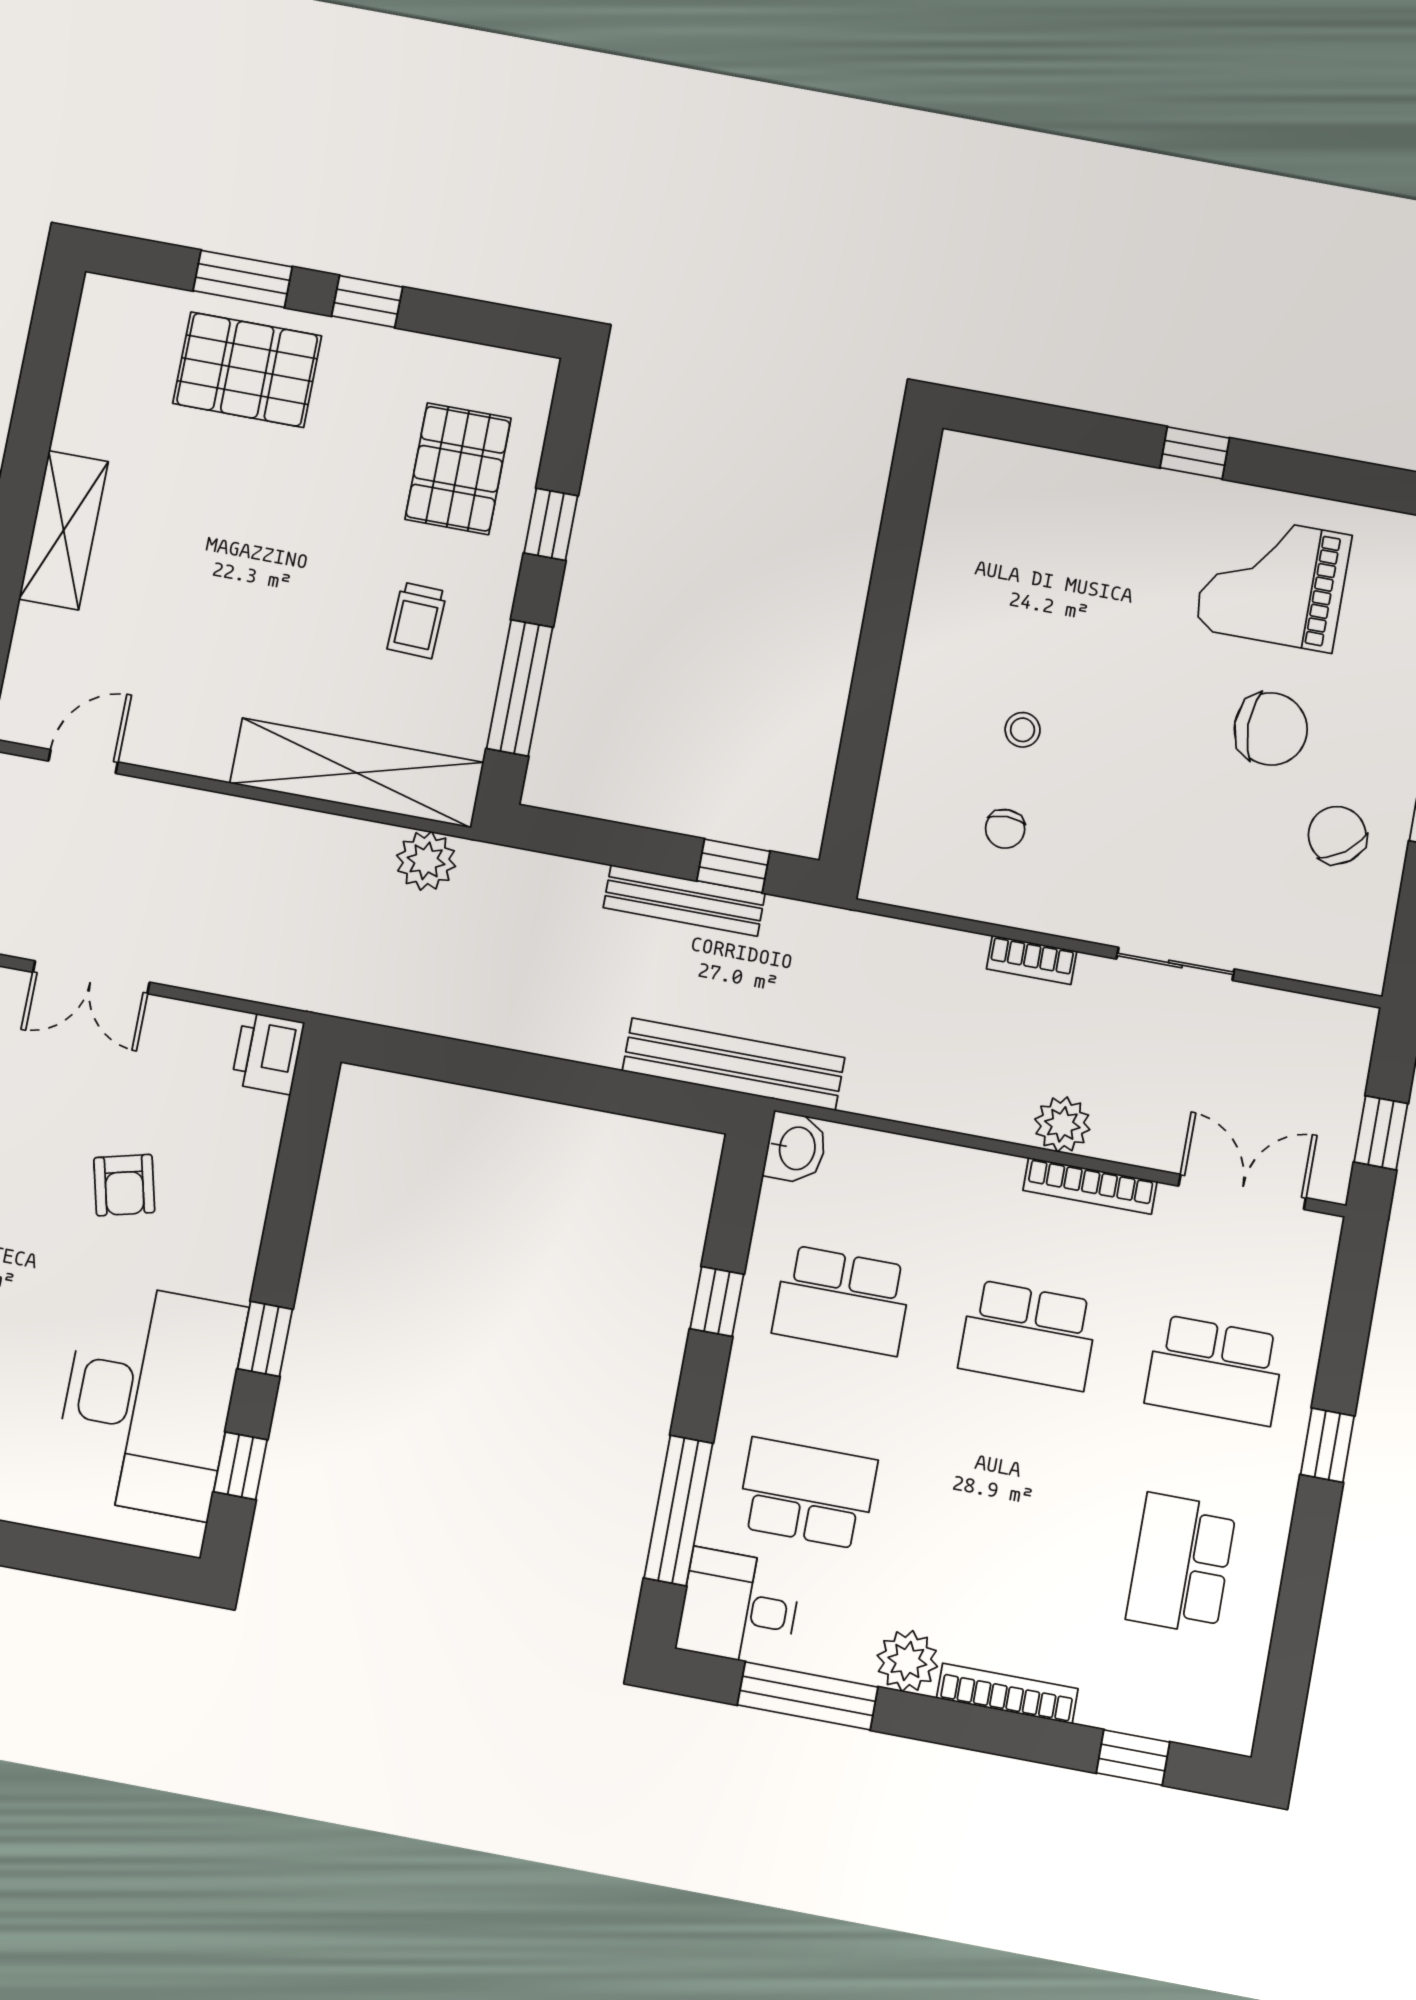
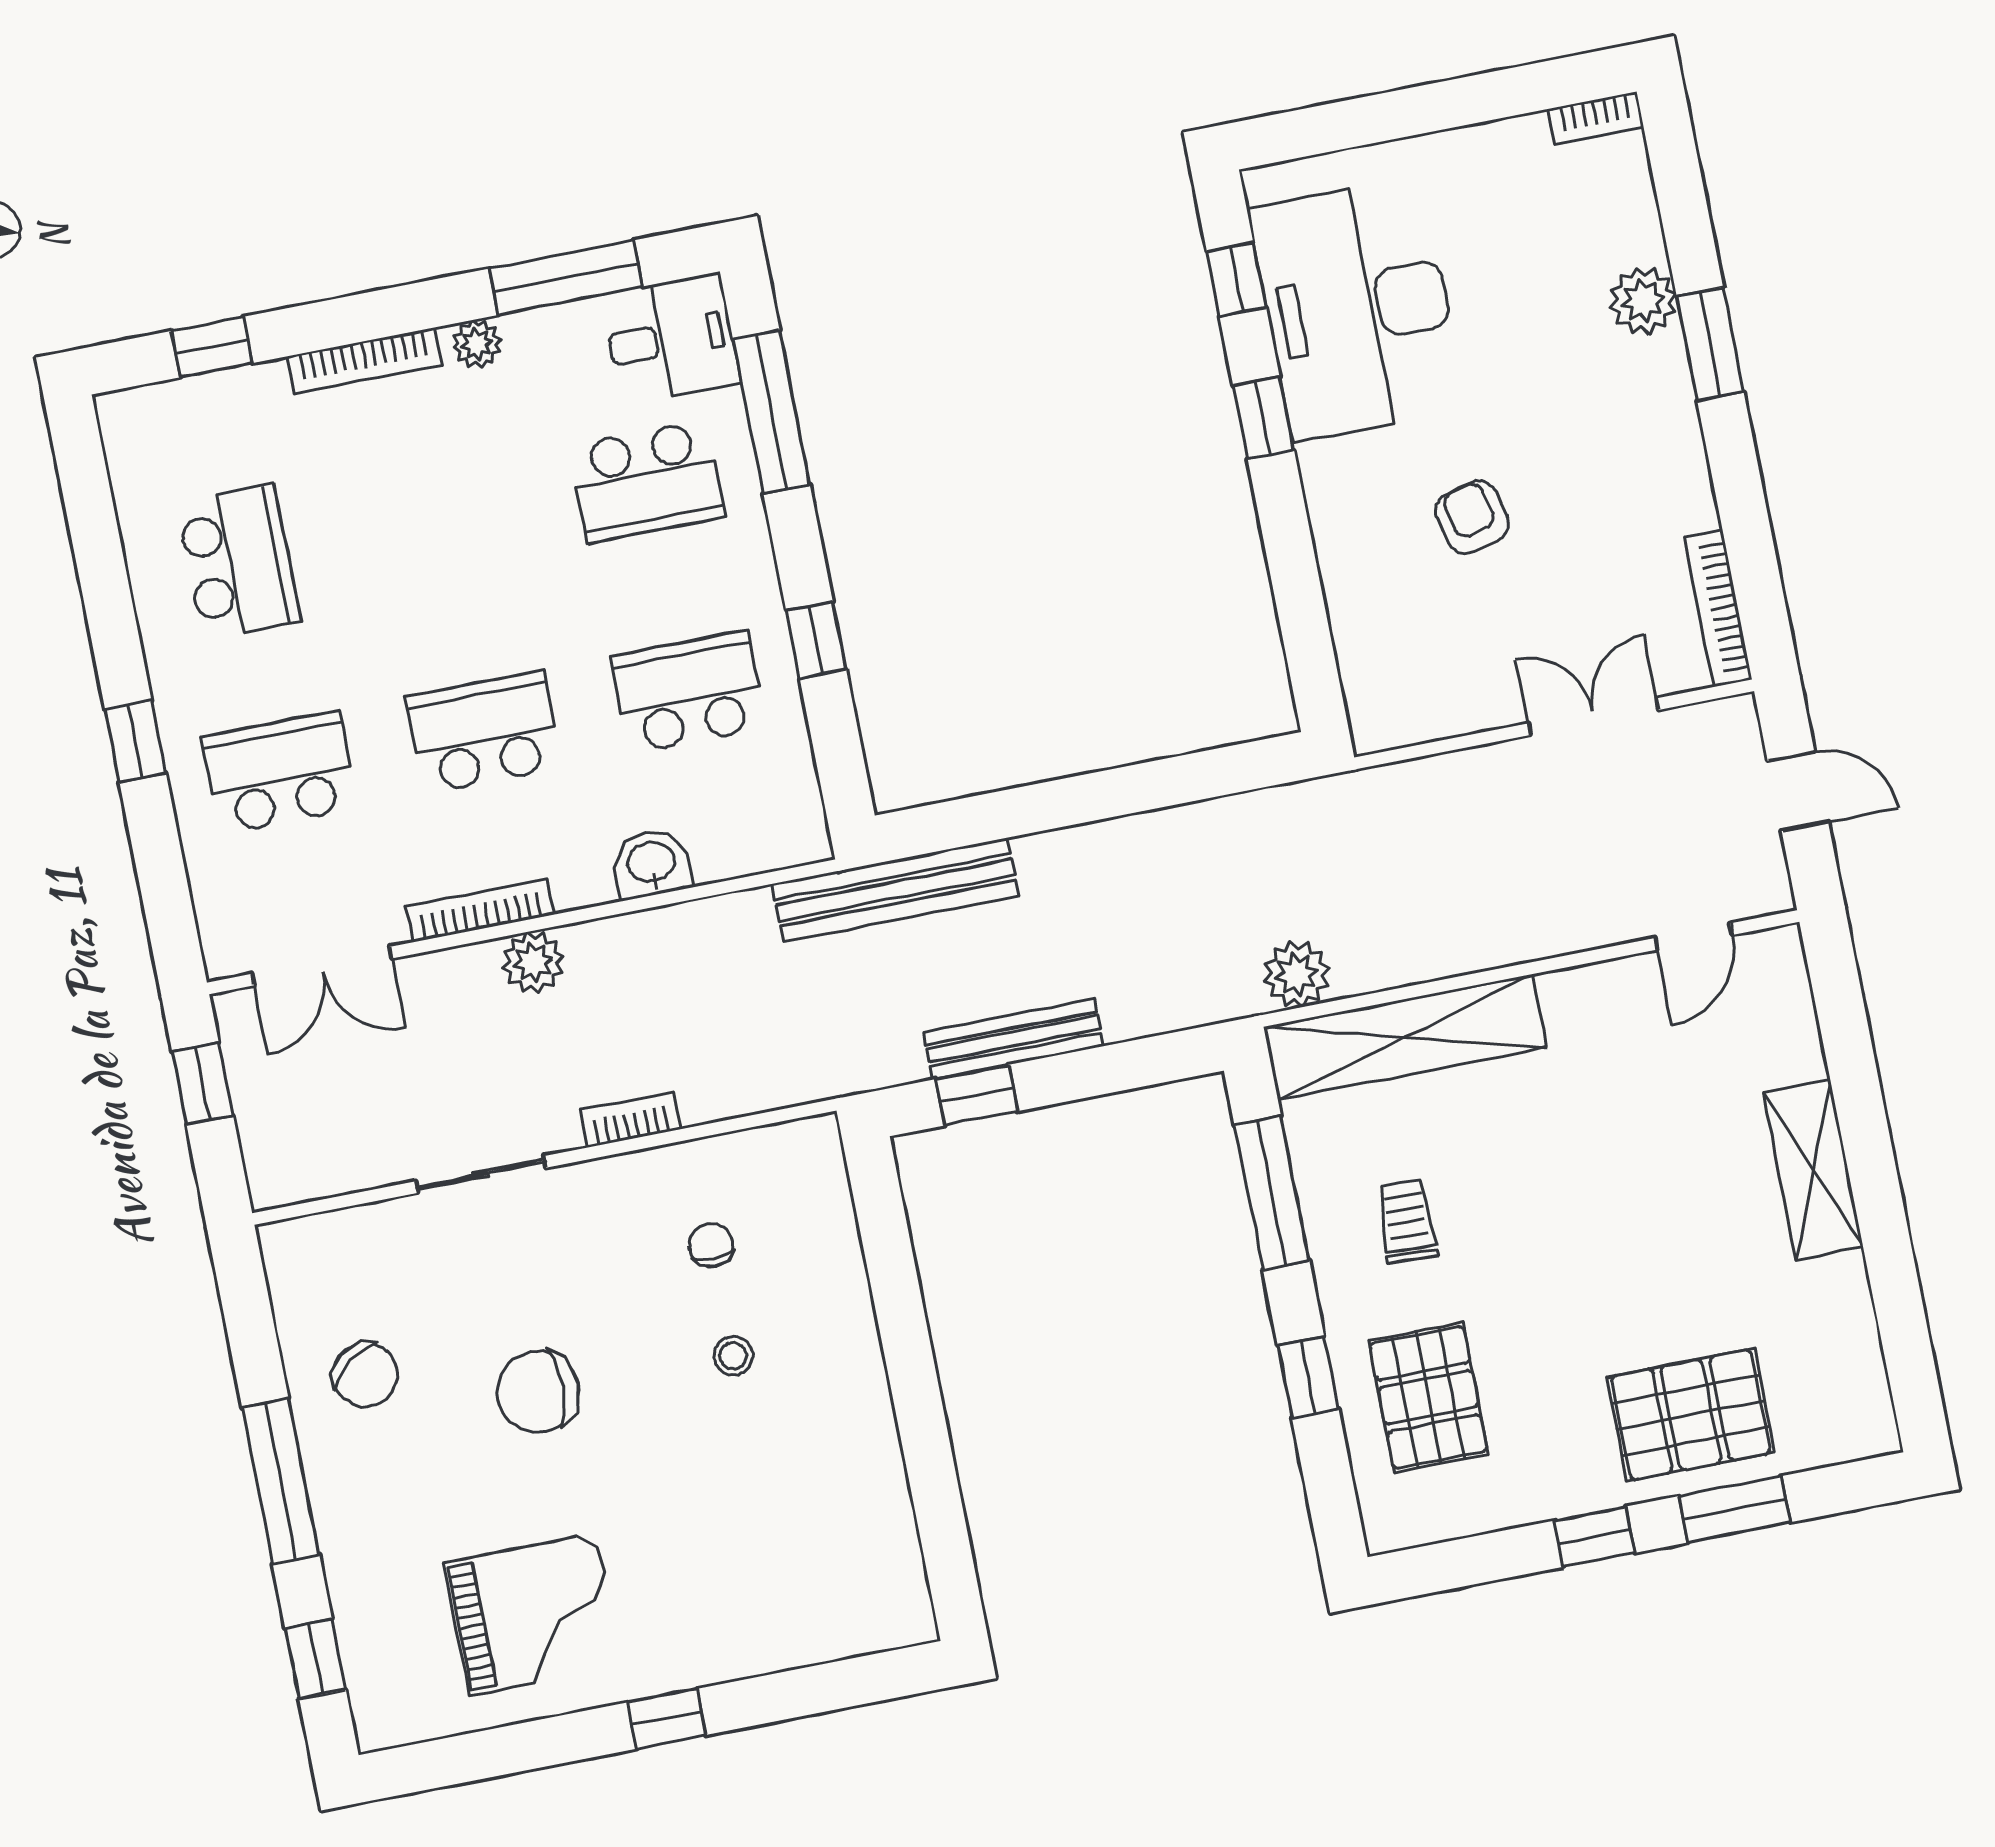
chair: (1271, 729) -> (538, 1392), moved
printer: (268, 1053) -> (1380, 711), removed
washbasin: (796, 1148) -> (651, 864), moved, turned 90
plant: (907, 1661) -> (477, 344), width x0.73, depth x0.73

